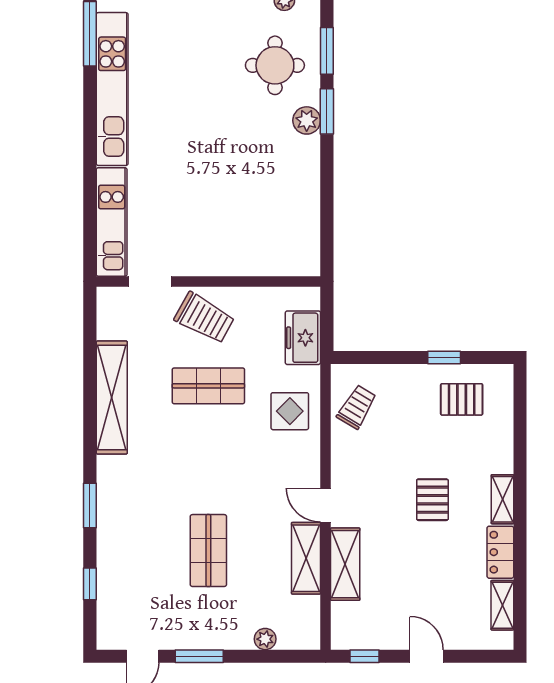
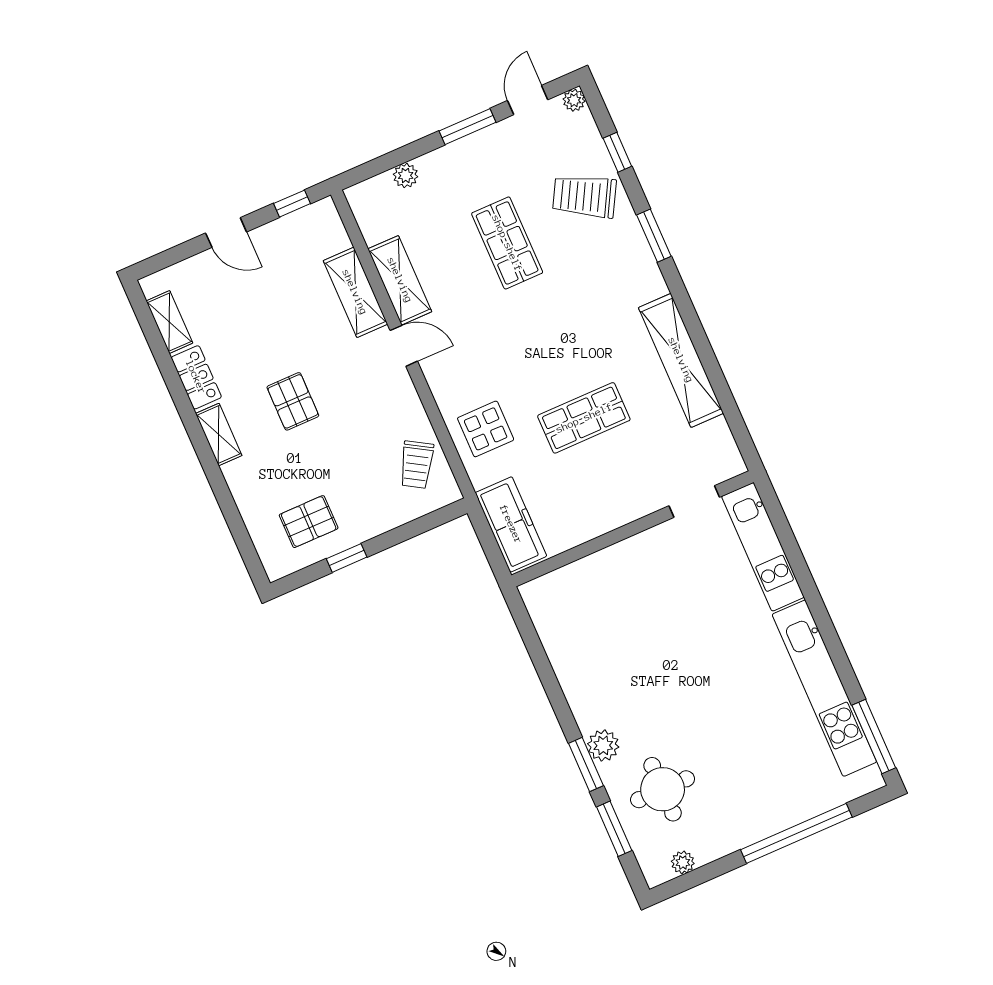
trolley: (204, 318) -> (584, 196), moved
freezer: (303, 338) -> (511, 524), width x1.40
plant: (106, 640) -> (574, 100), added

